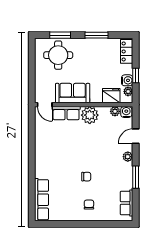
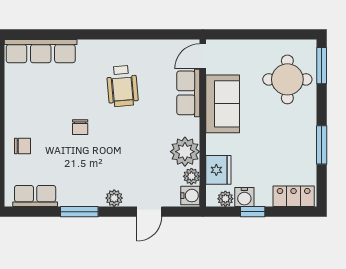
window: (60, 35) -> (322, 66), moved
plant: (90, 115) -> (185, 152), moved
door: (136, 136) -> (149, 212), swing flipped
wheelchair: (62, 152) -> (122, 86), added
chair: (89, 205) -> (23, 146), moved

